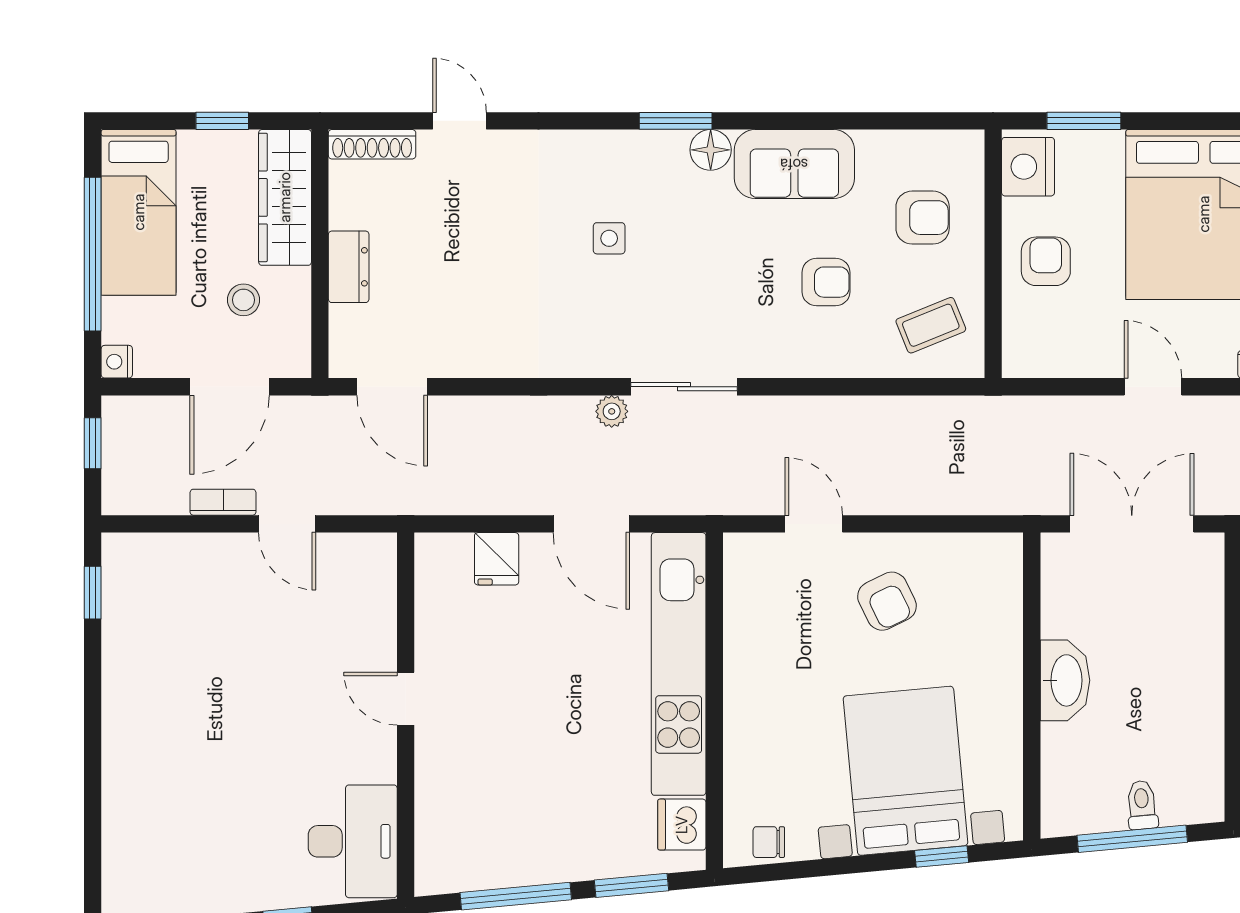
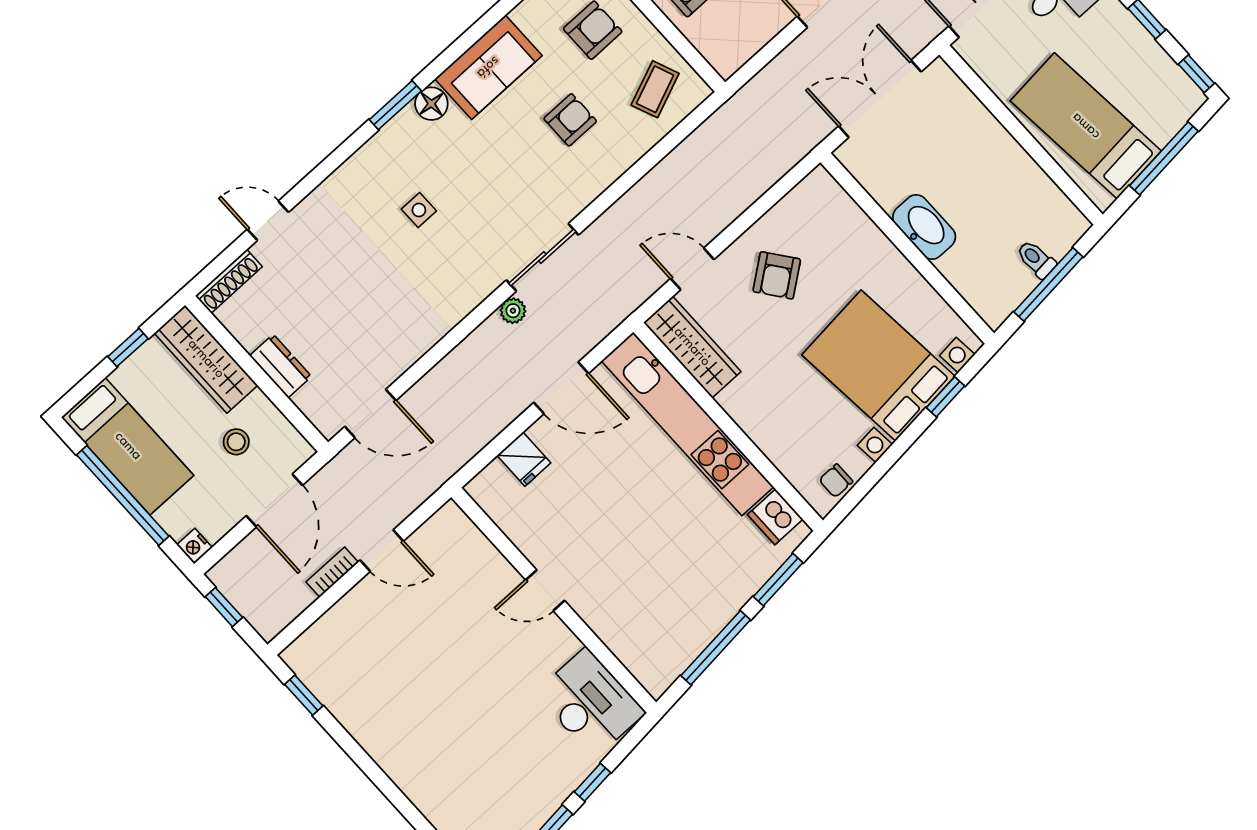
wardrobe: (748, 597) -> (692, 347), added
armchair: (887, 601) -> (777, 275), turned 79

